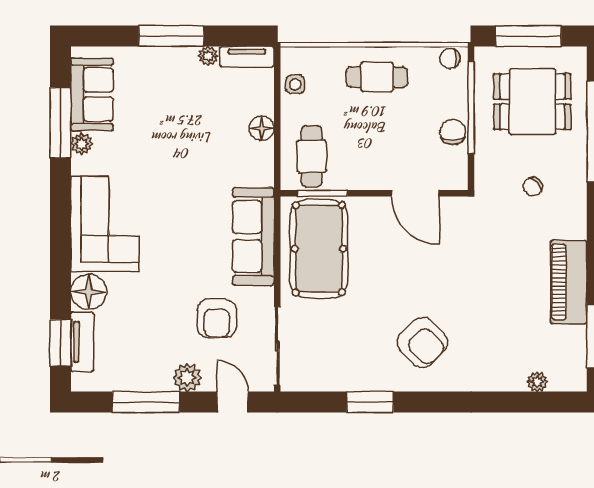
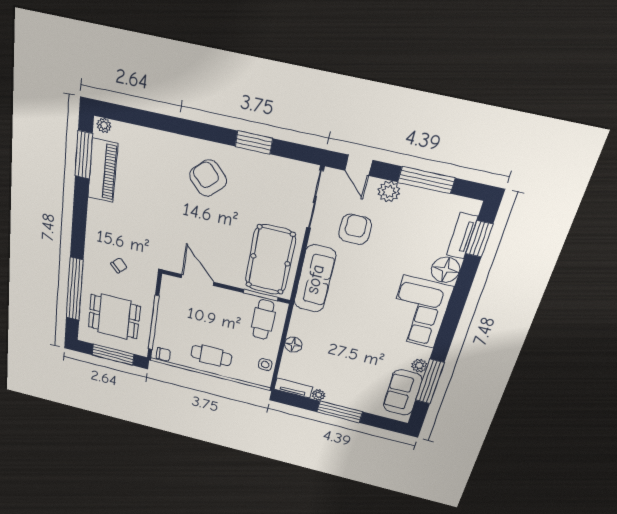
chair: (453, 132) -> (167, 311), removed
piano: (569, 282) -> (103, 171), moved
plant: (537, 382) -> (104, 125), moved

